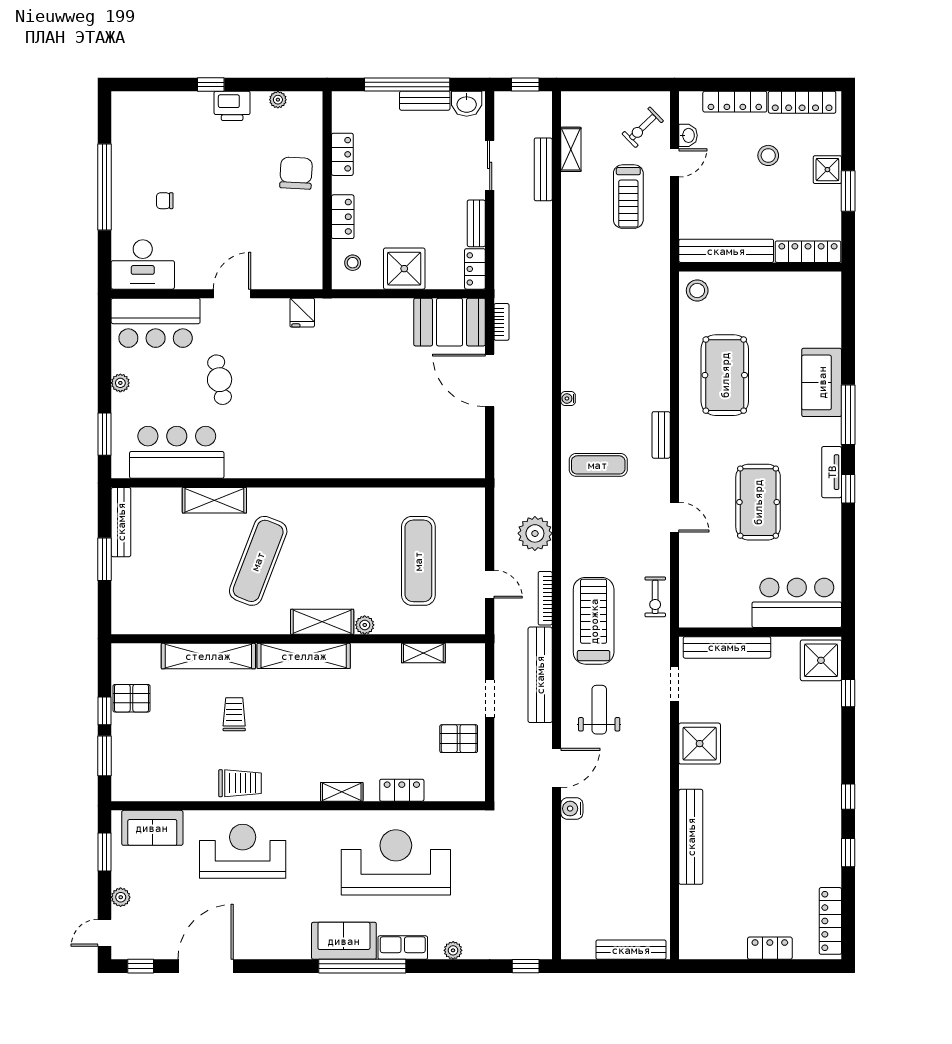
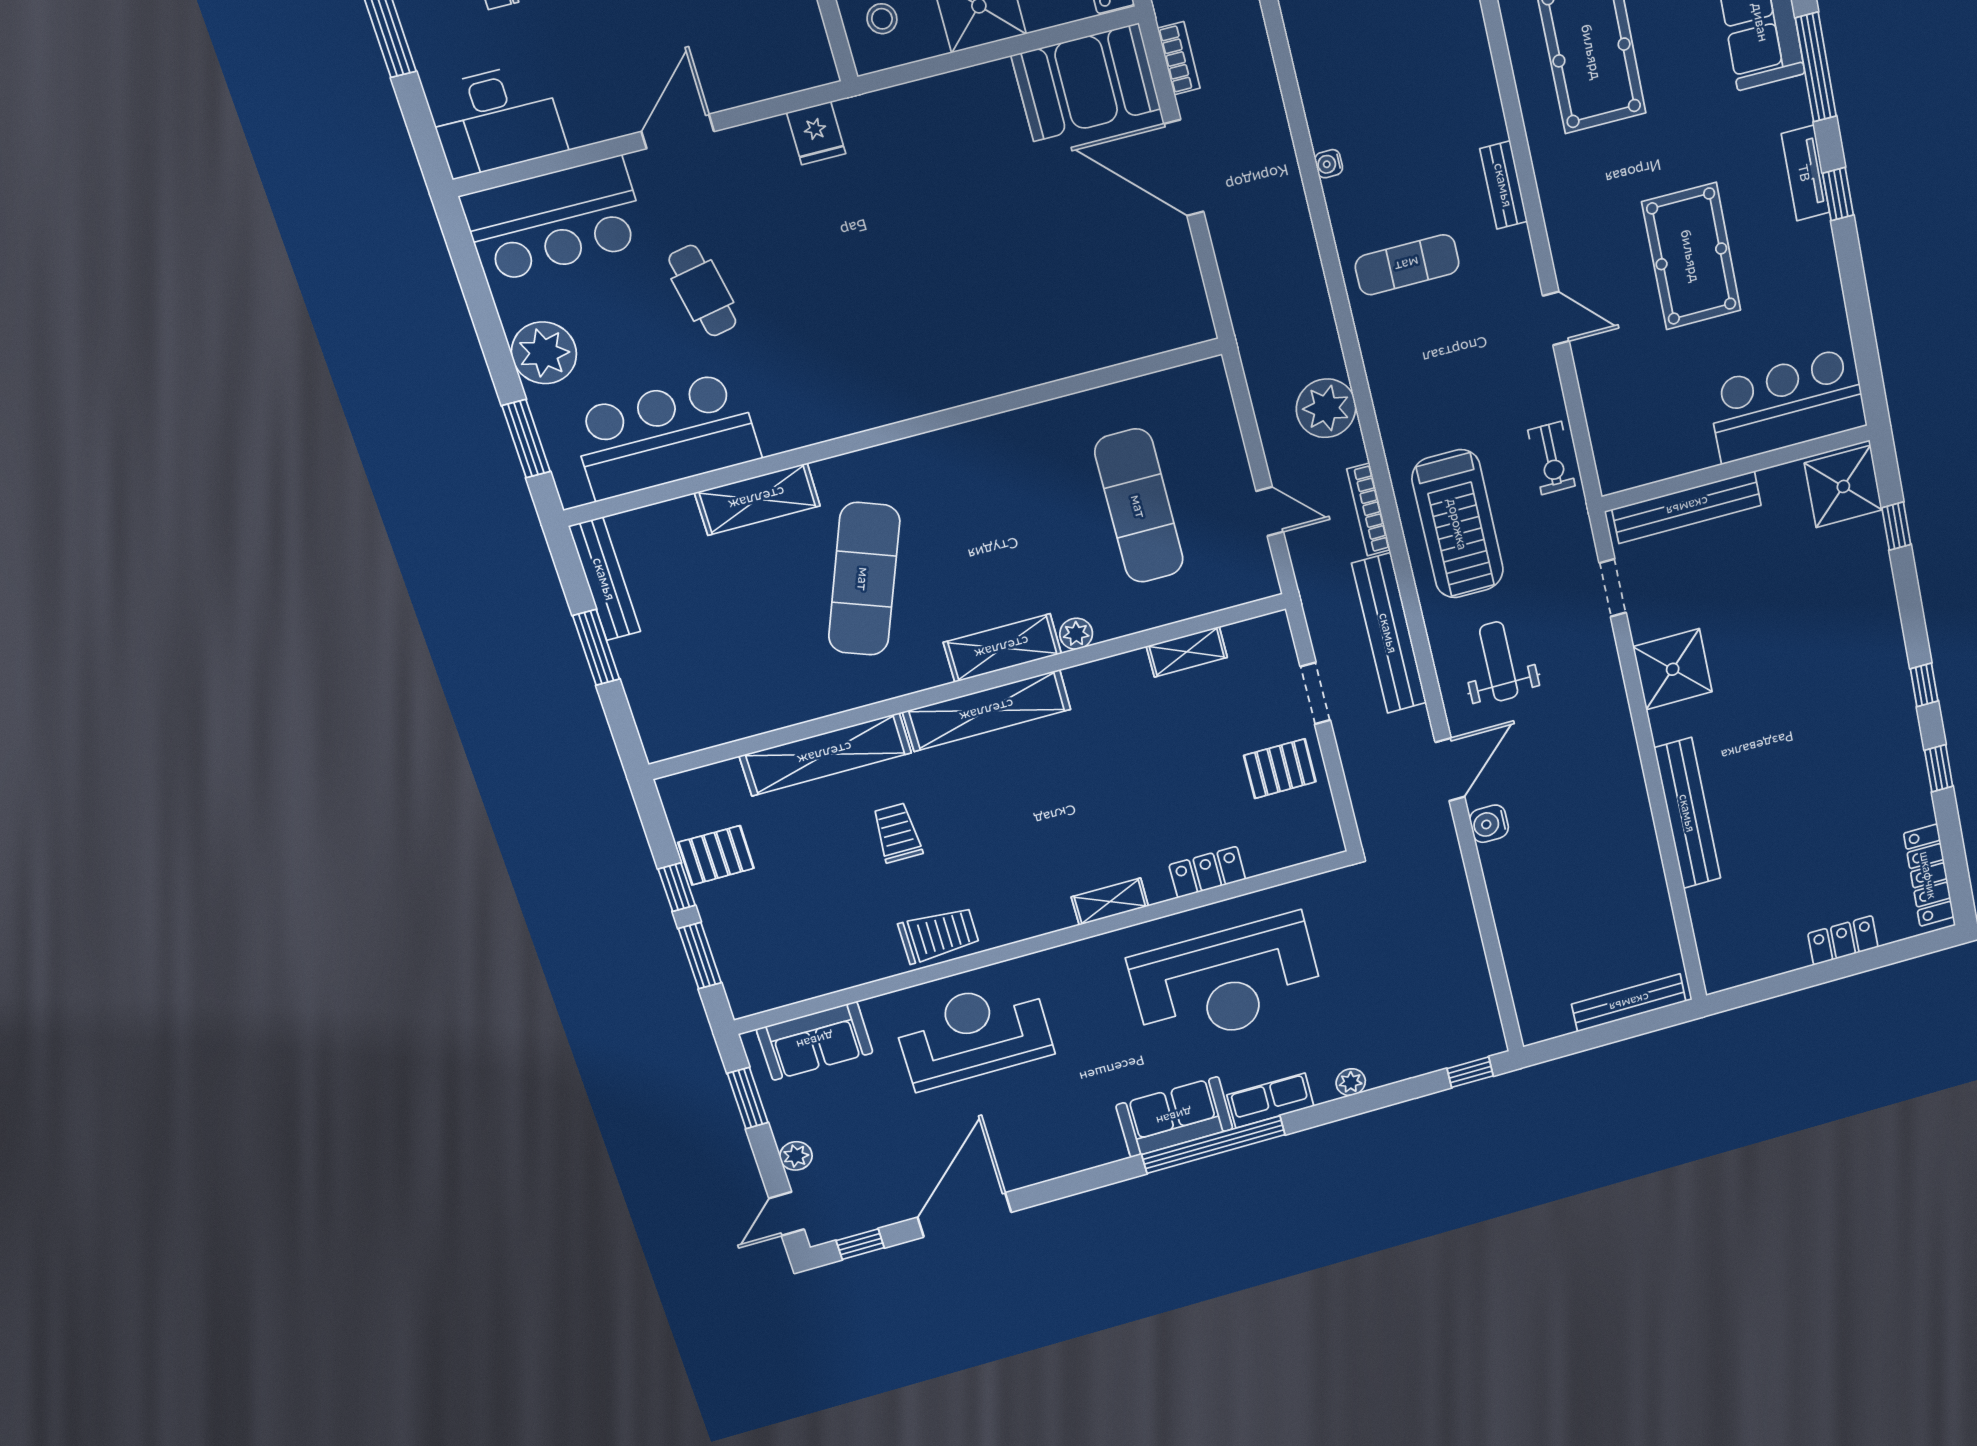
plant: (120, 383) -> (544, 353), width x1.88, depth x1.88
treadmill: (594, 621) -> (1458, 524), turned 180
reception desk: (396, 862) -> (1226, 982), turned 180

